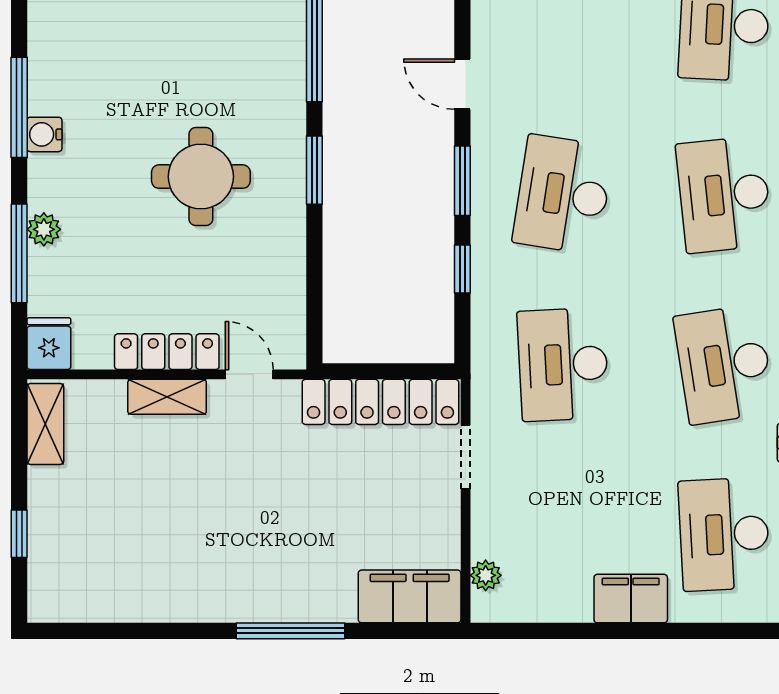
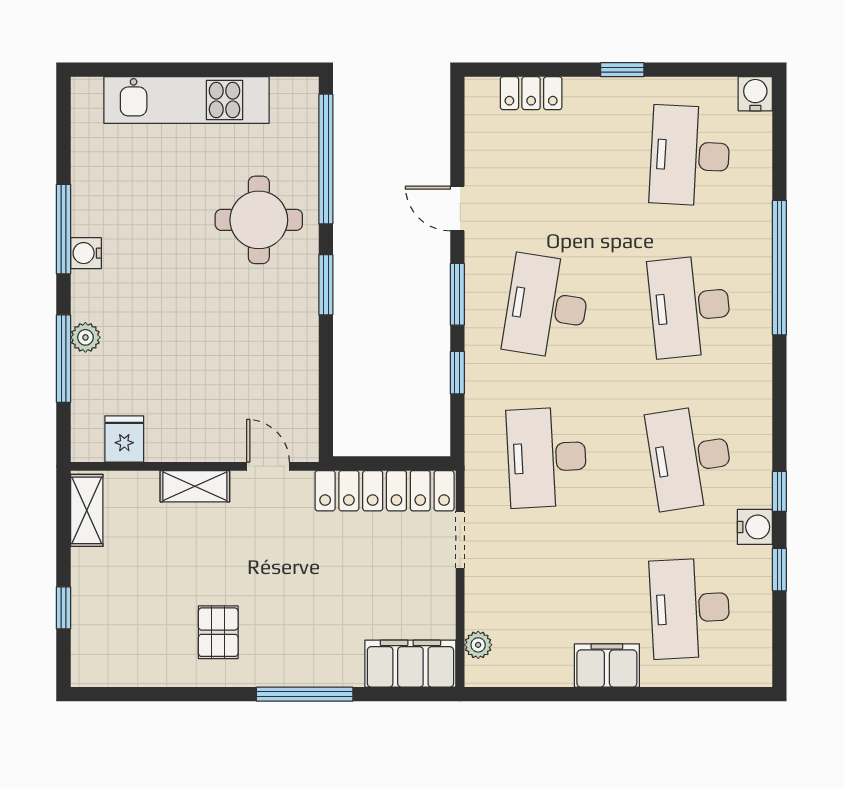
round table: (201, 177) -> (259, 220), moved
fridge: (49, 344) -> (124, 439), moved
locker: (167, 352) -> (195, 446), removed
pallet: (193, 561) -> (218, 632), added

